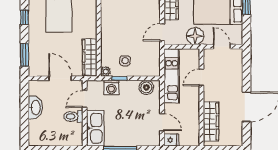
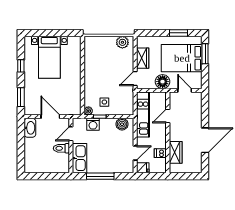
wardrobe: (90, 57) -> (75, 99), removed
washbasin: (35, 108) -> (30, 128), moved
wardrobe: (211, 121) -> (176, 152), width x0.67
door: (162, 122) -> (135, 153), hinge flipped
dishwasher: (193, 122) -> (160, 153), added

